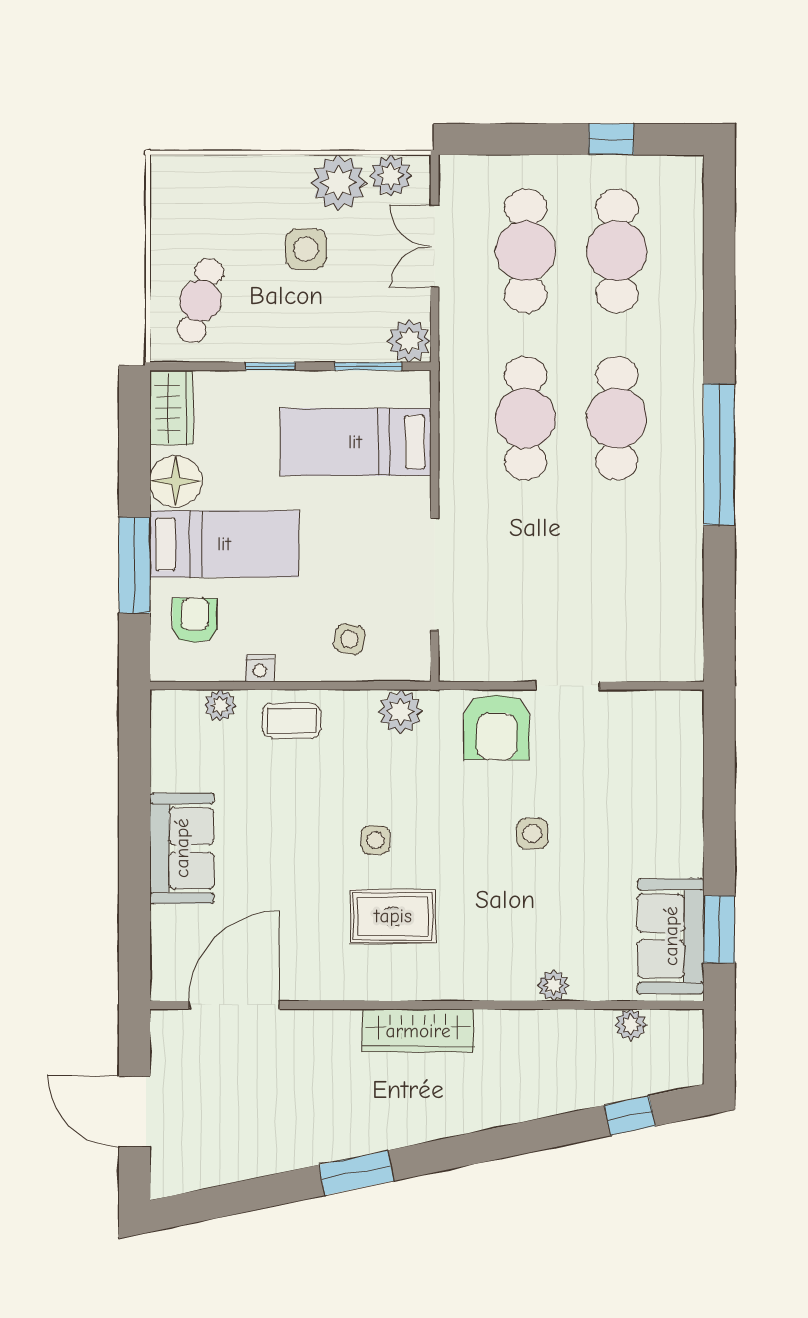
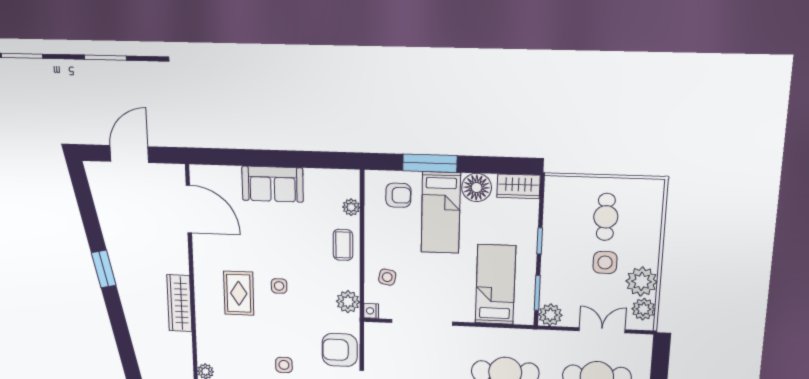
cafe table: (201, 301) -> (606, 217), moved, turned 73
nightstand: (260, 668) -> (371, 311), moved

